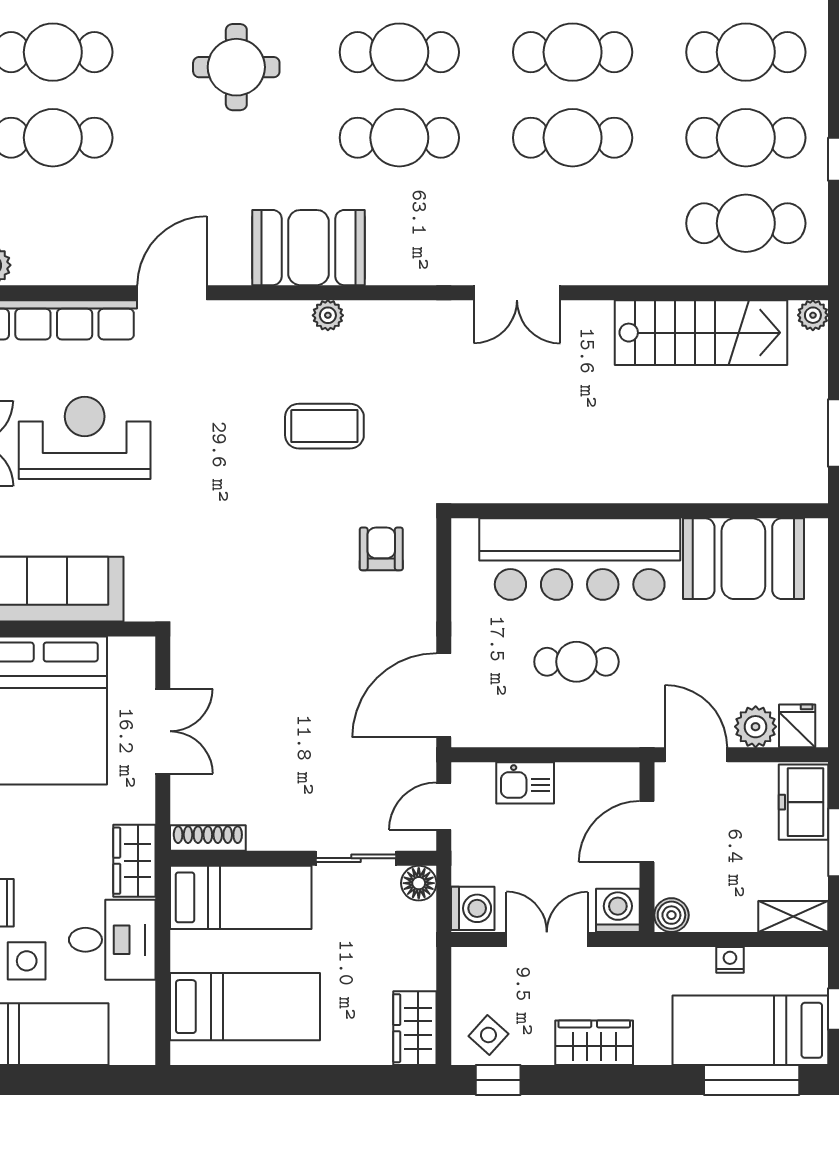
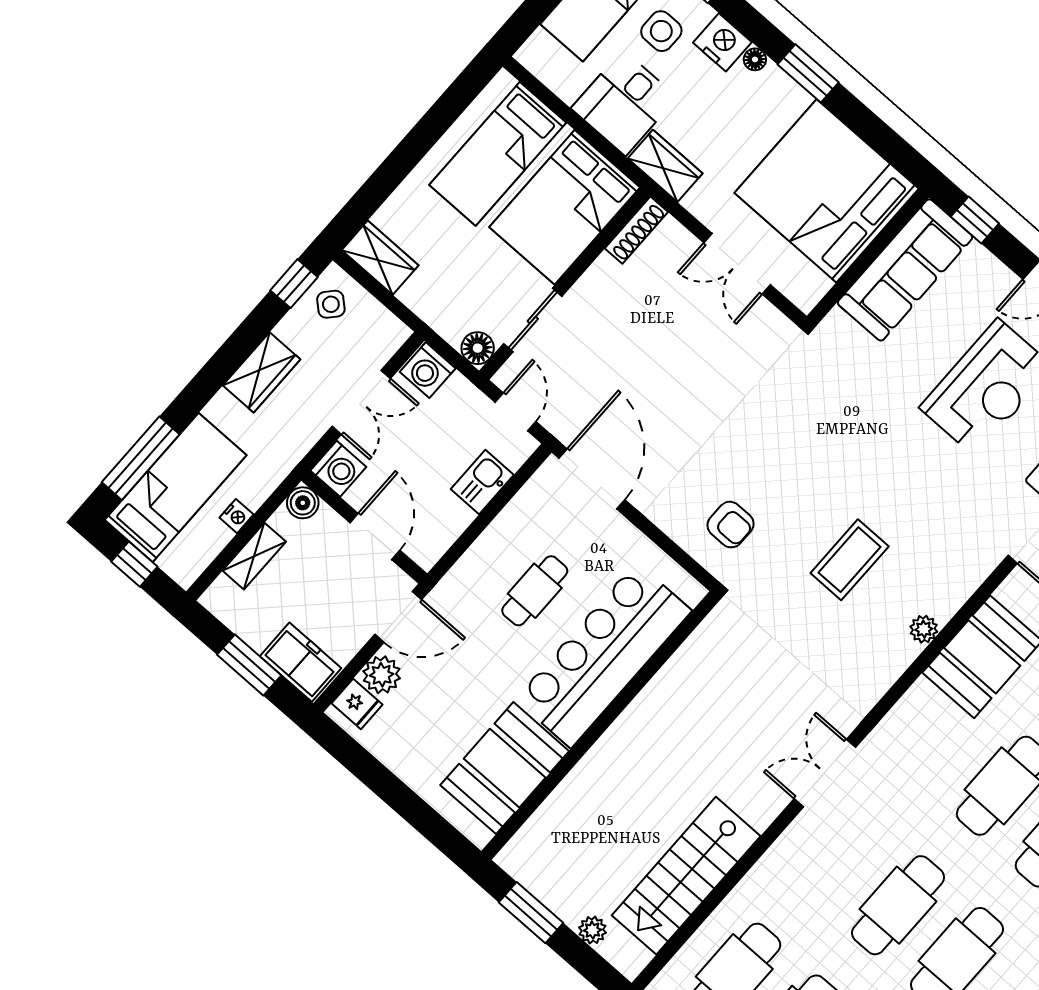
plant: (813, 315) -> (592, 930), moved
bed: (241, 897) -> (565, 207), width x1.50
shelving: (793, 916) -> (254, 556), moved

